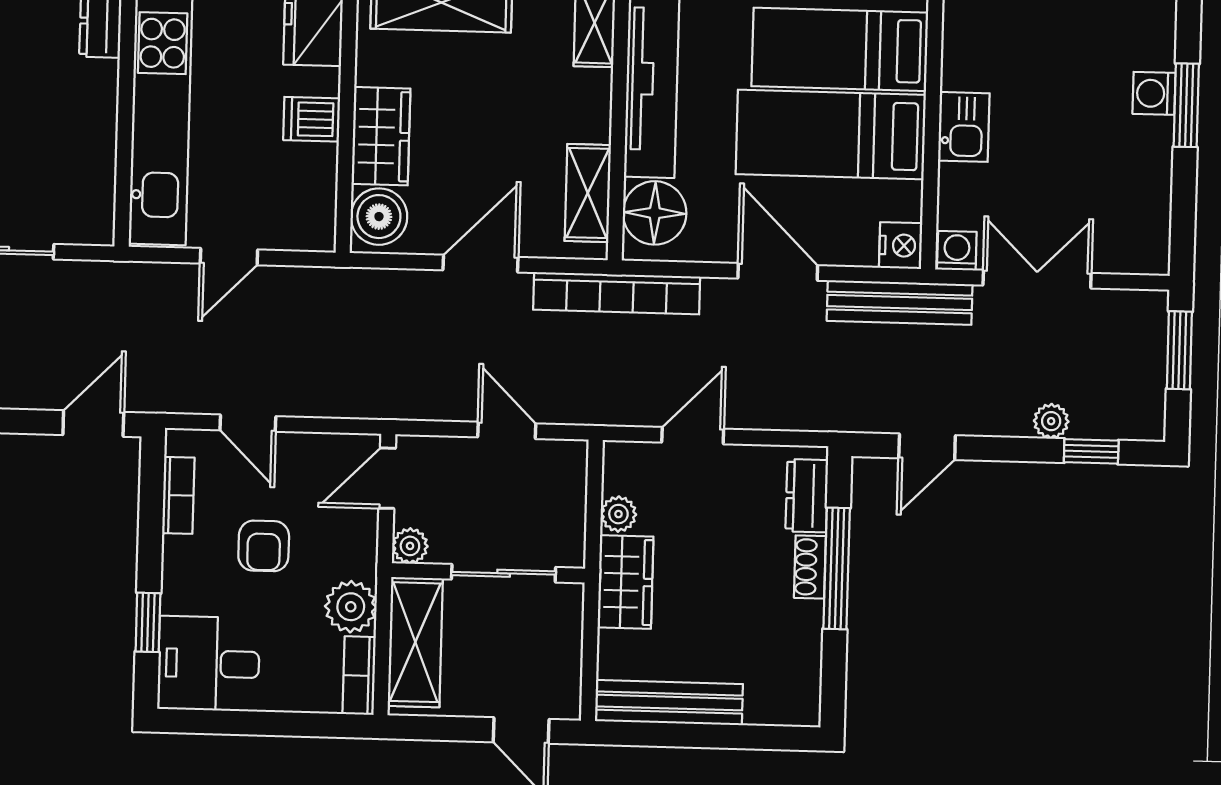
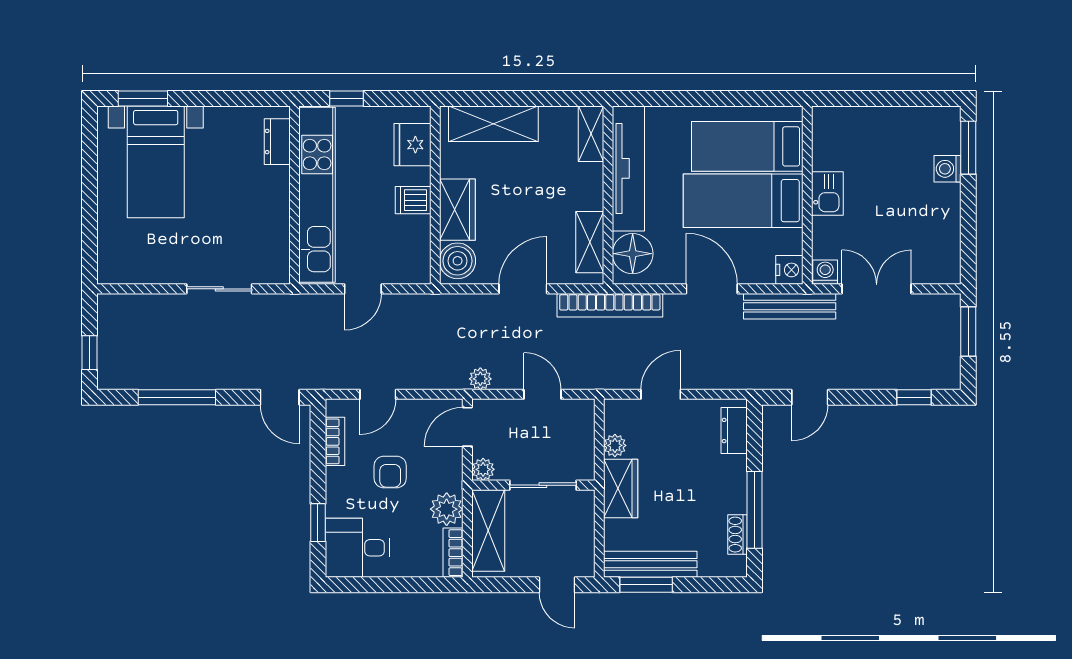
window: (1186, 105) -> (968, 148), moved
plant: (1051, 421) -> (480, 379), moved
door: (93, 423) -> (280, 397), swing flipped
door: (248, 423) -> (378, 394), hinge flipped
shoe rack: (810, 567) -> (737, 535), moved
window: (837, 568) -> (754, 510), moved
window: (661, 734) -> (646, 585), added

